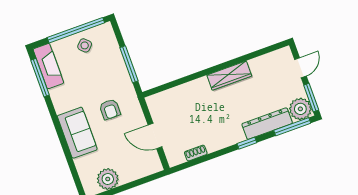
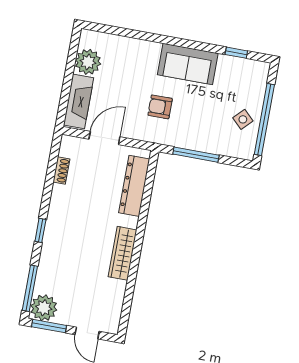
fireplace: (48, 66) -> (79, 101), moved, turned -90
window: (40, 78) -> (236, 53), width x0.46
dresser: (267, 124) -> (134, 186), moved, turned 180
sofa: (77, 133) -> (188, 64), moved

